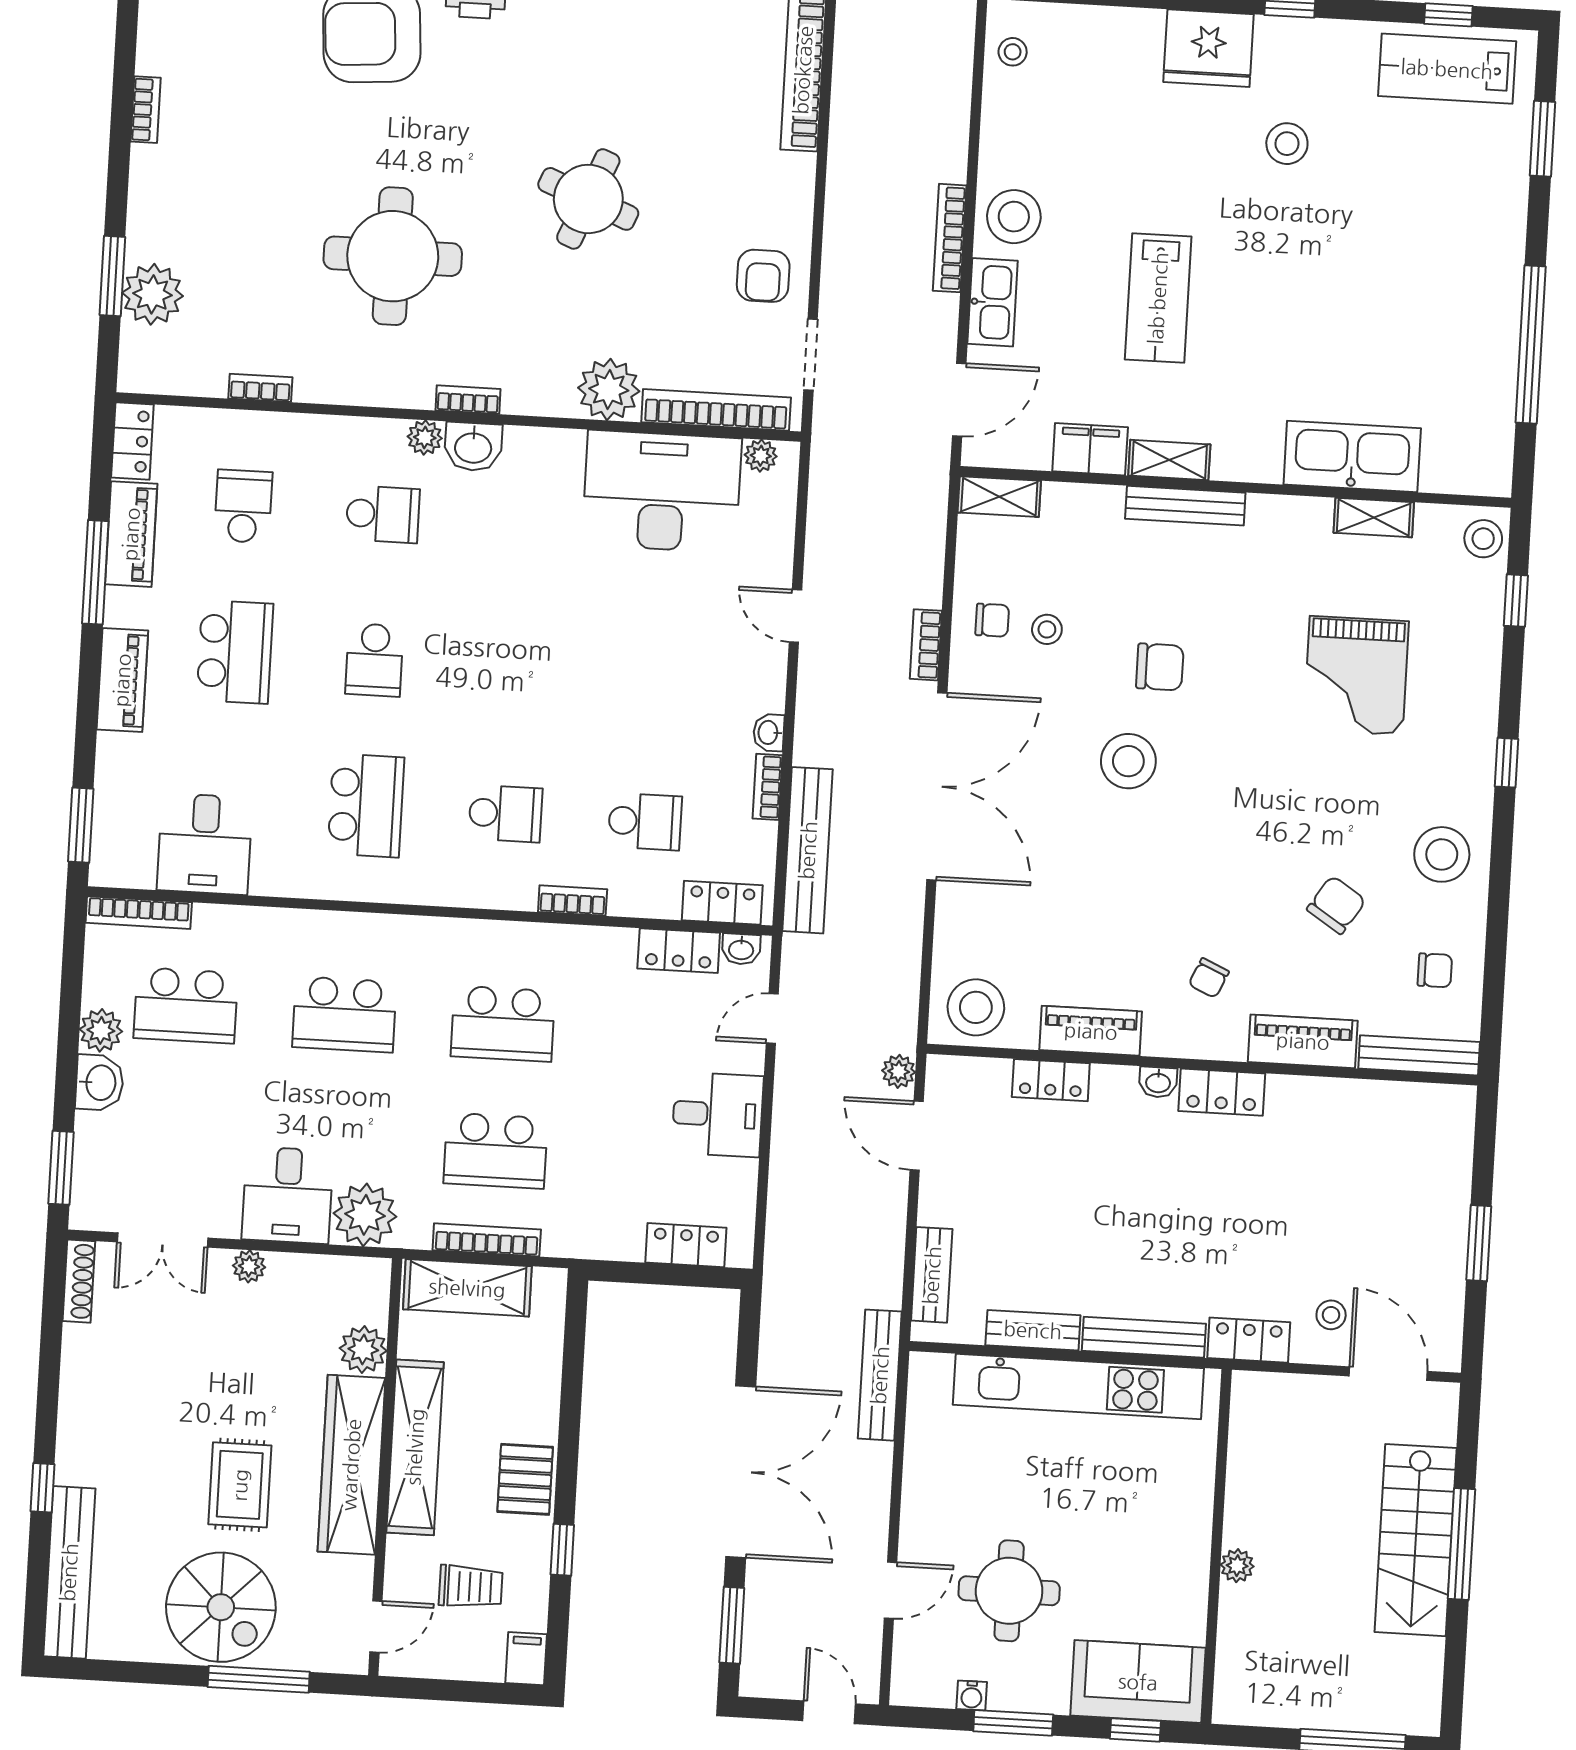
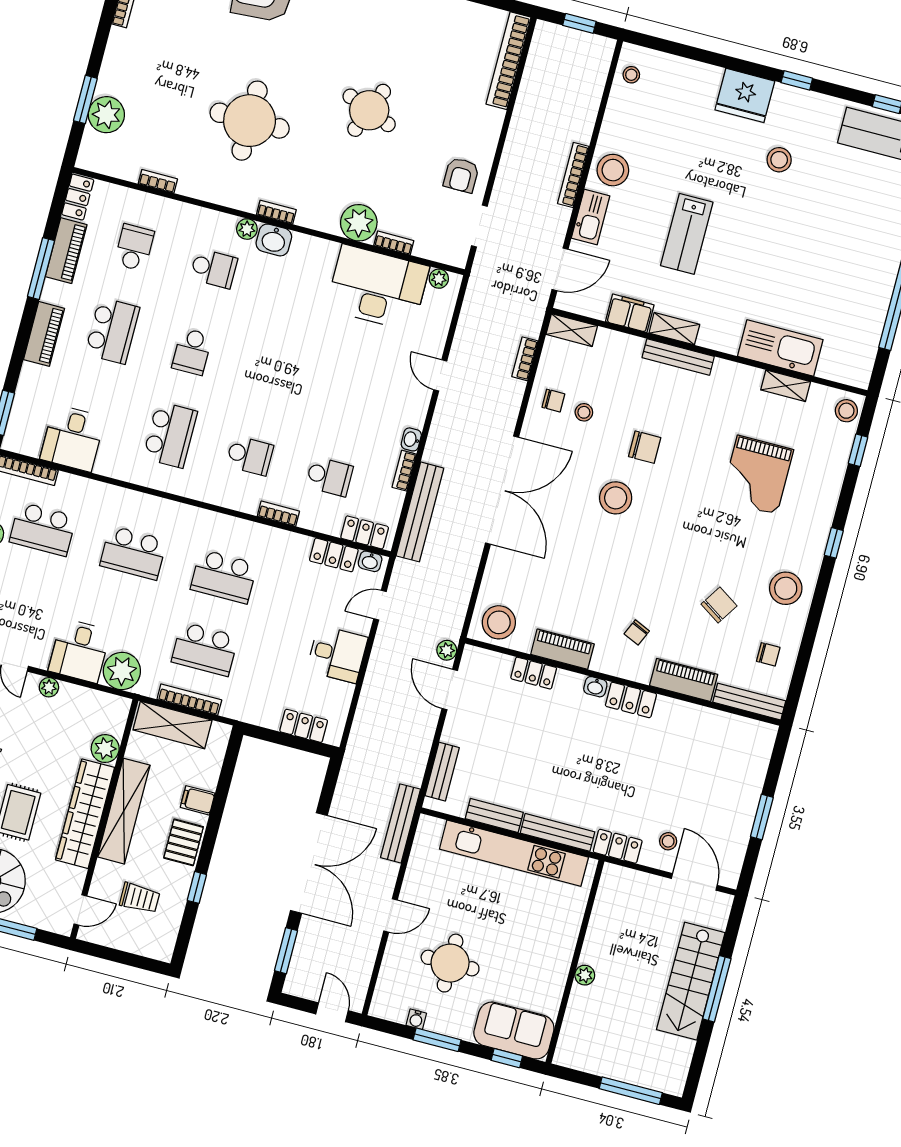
bookcase: (716, 410) -> (394, 243), width x0.43, depth x0.76
bookcase: (926, 645) -> (525, 359), moved
door: (890, 1590) -> (390, 916), moved
filing cabinet: (526, 1659) -> (198, 800), moved, turned -90

